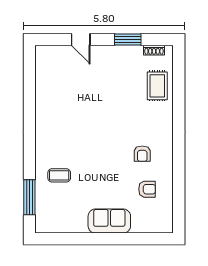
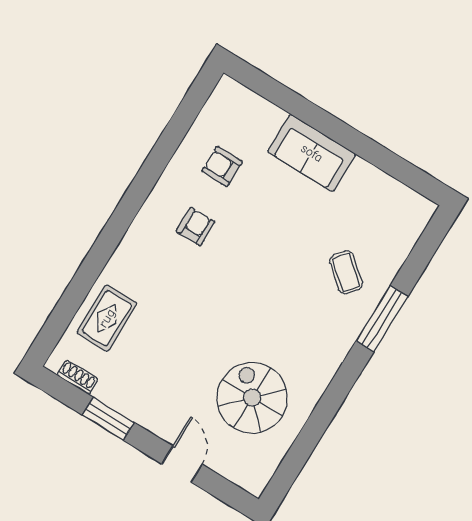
spiral stairs: (67, 90) -> (252, 398), added
coffee table: (59, 175) -> (346, 272), turned 40
window: (29, 197) -> (382, 319), moved

